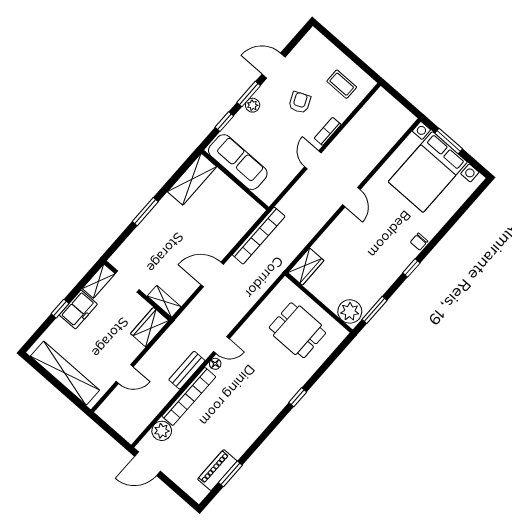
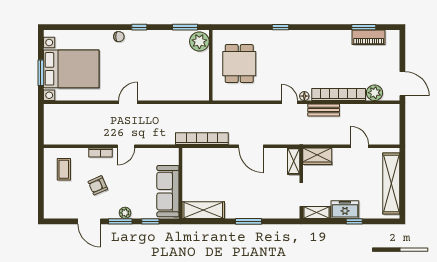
wardrobe: (306, 267) -> (195, 93), removed

